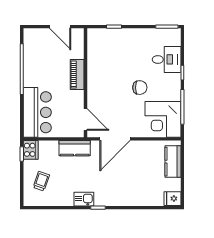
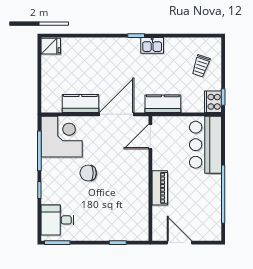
desk: (167, 59) -> (57, 220), moved
door: (86, 119) -> (150, 136), hinge flipped
kitchen counter: (173, 162) -> (80, 104), moved, turned -90

